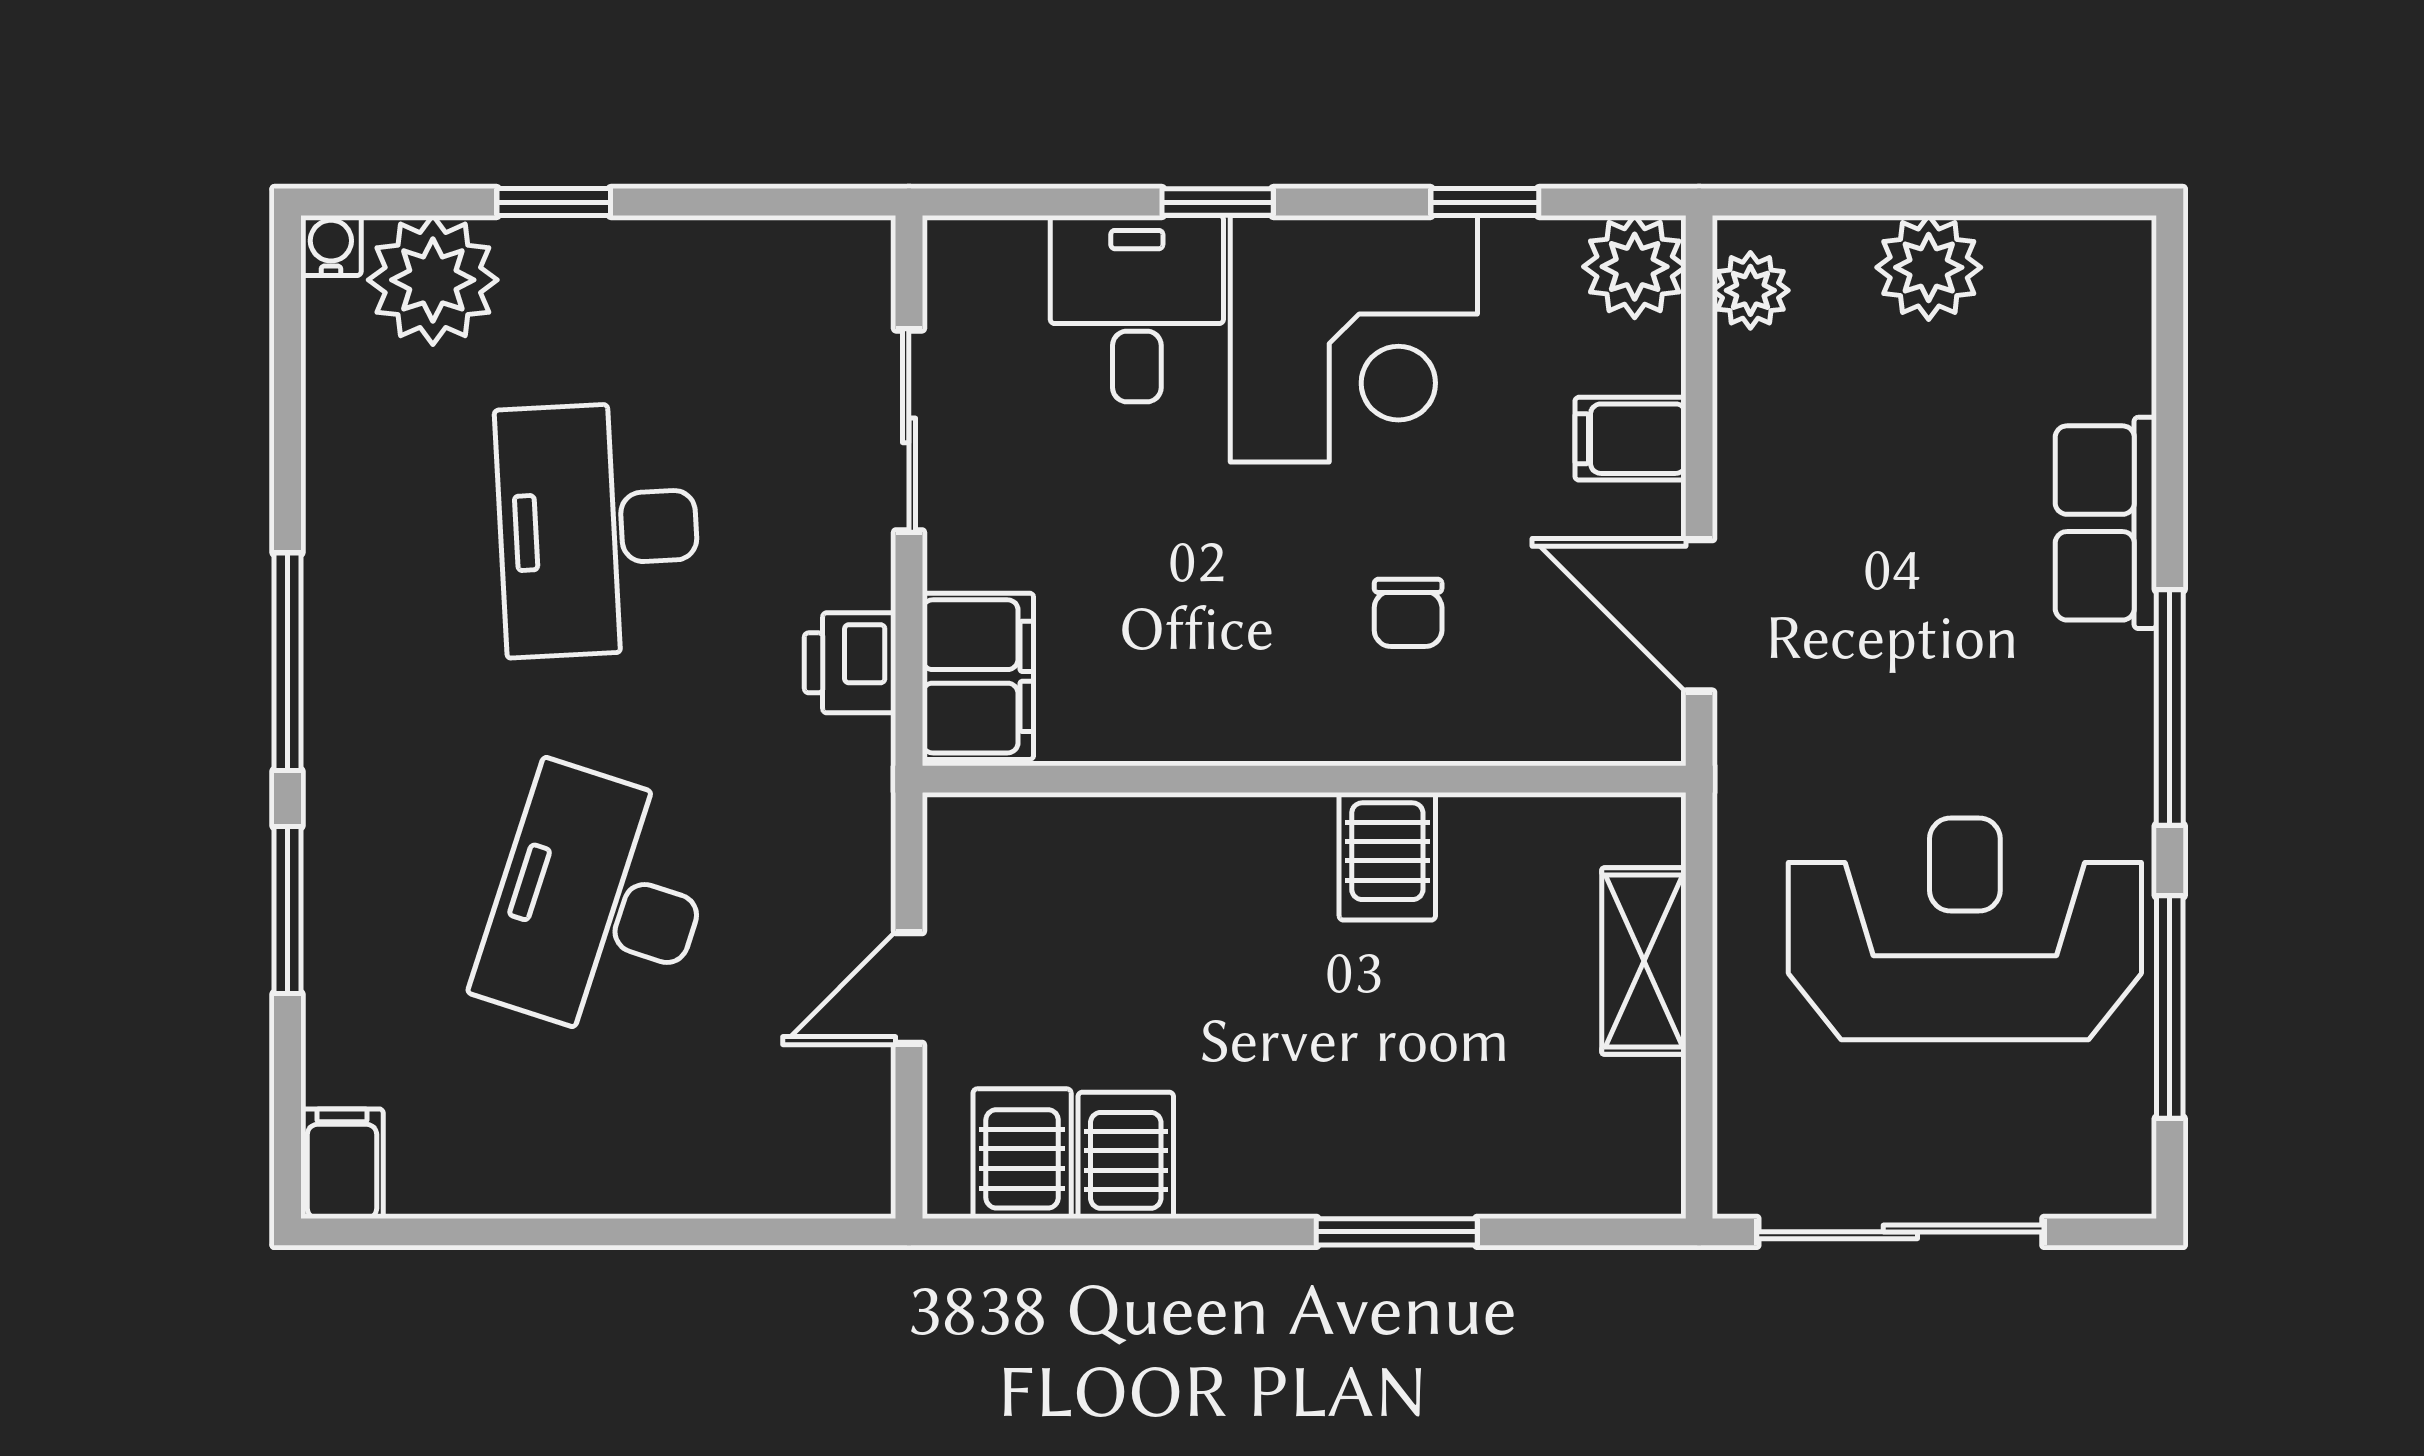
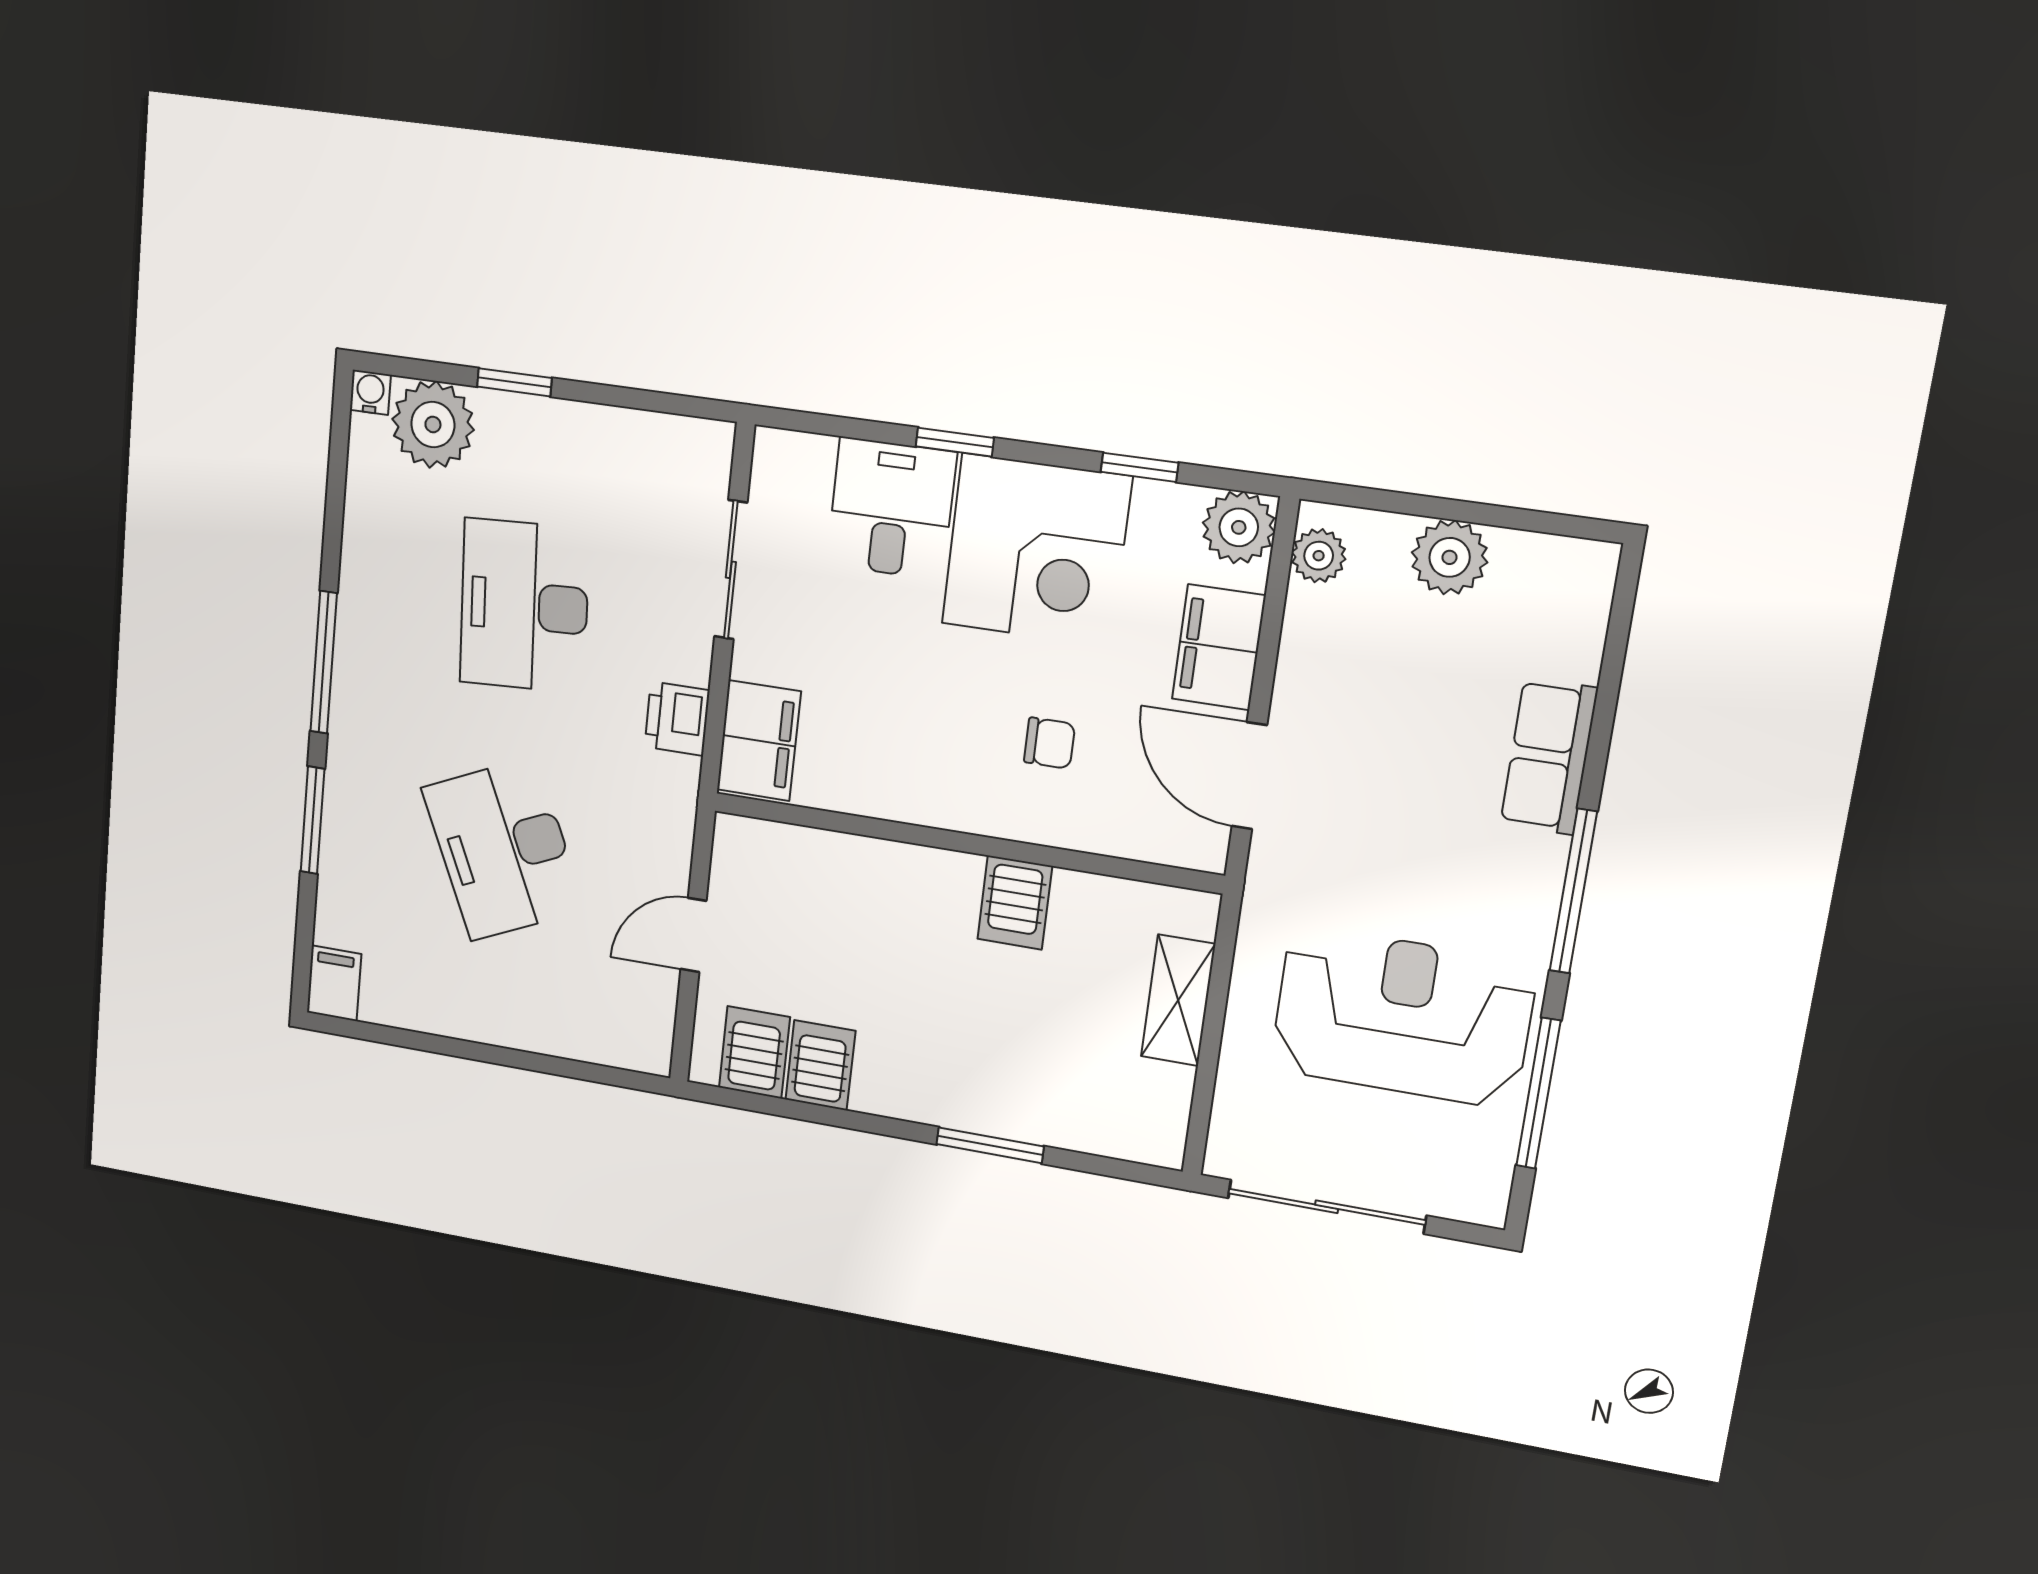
filing cabinet: (1630, 439) -> (1219, 647), width x2.00
chair: (1408, 613) -> (1050, 743), turned -90
desk: (598, 905) -> (503, 849), turned -42

